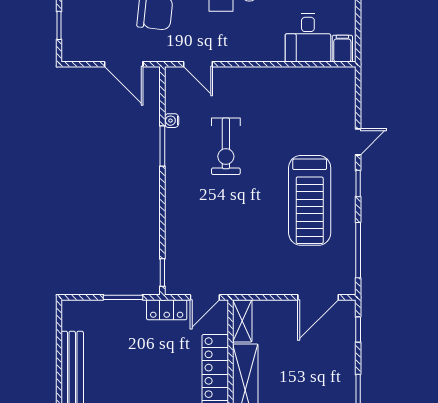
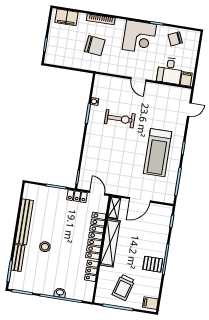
door: (124, 64) -> (75, 69), removed
door: (198, 64) -> (138, 79), moved
door: (358, 142) -> (189, 110), moved
exercise bike: (226, 146) -> (120, 119), turned -90
door: (205, 297) -> (97, 193), swing flipped
door: (318, 297) -> (140, 200), moved

